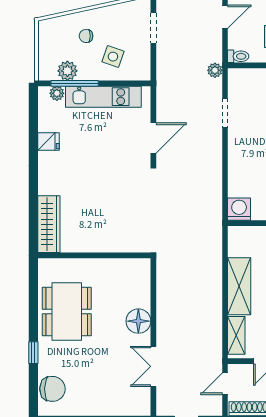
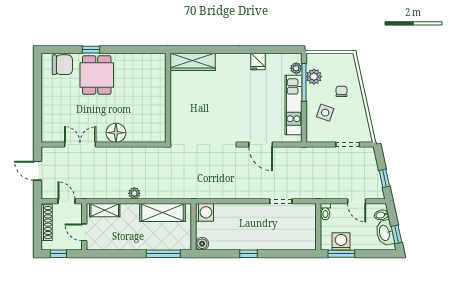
plant: (215, 70) -> (134, 193), moved
shelving: (239, 286) -> (163, 212), moved
dining table: (67, 312) -> (97, 75), moved, width x0.73
chair: (52, 389) -> (62, 65), turned -92

